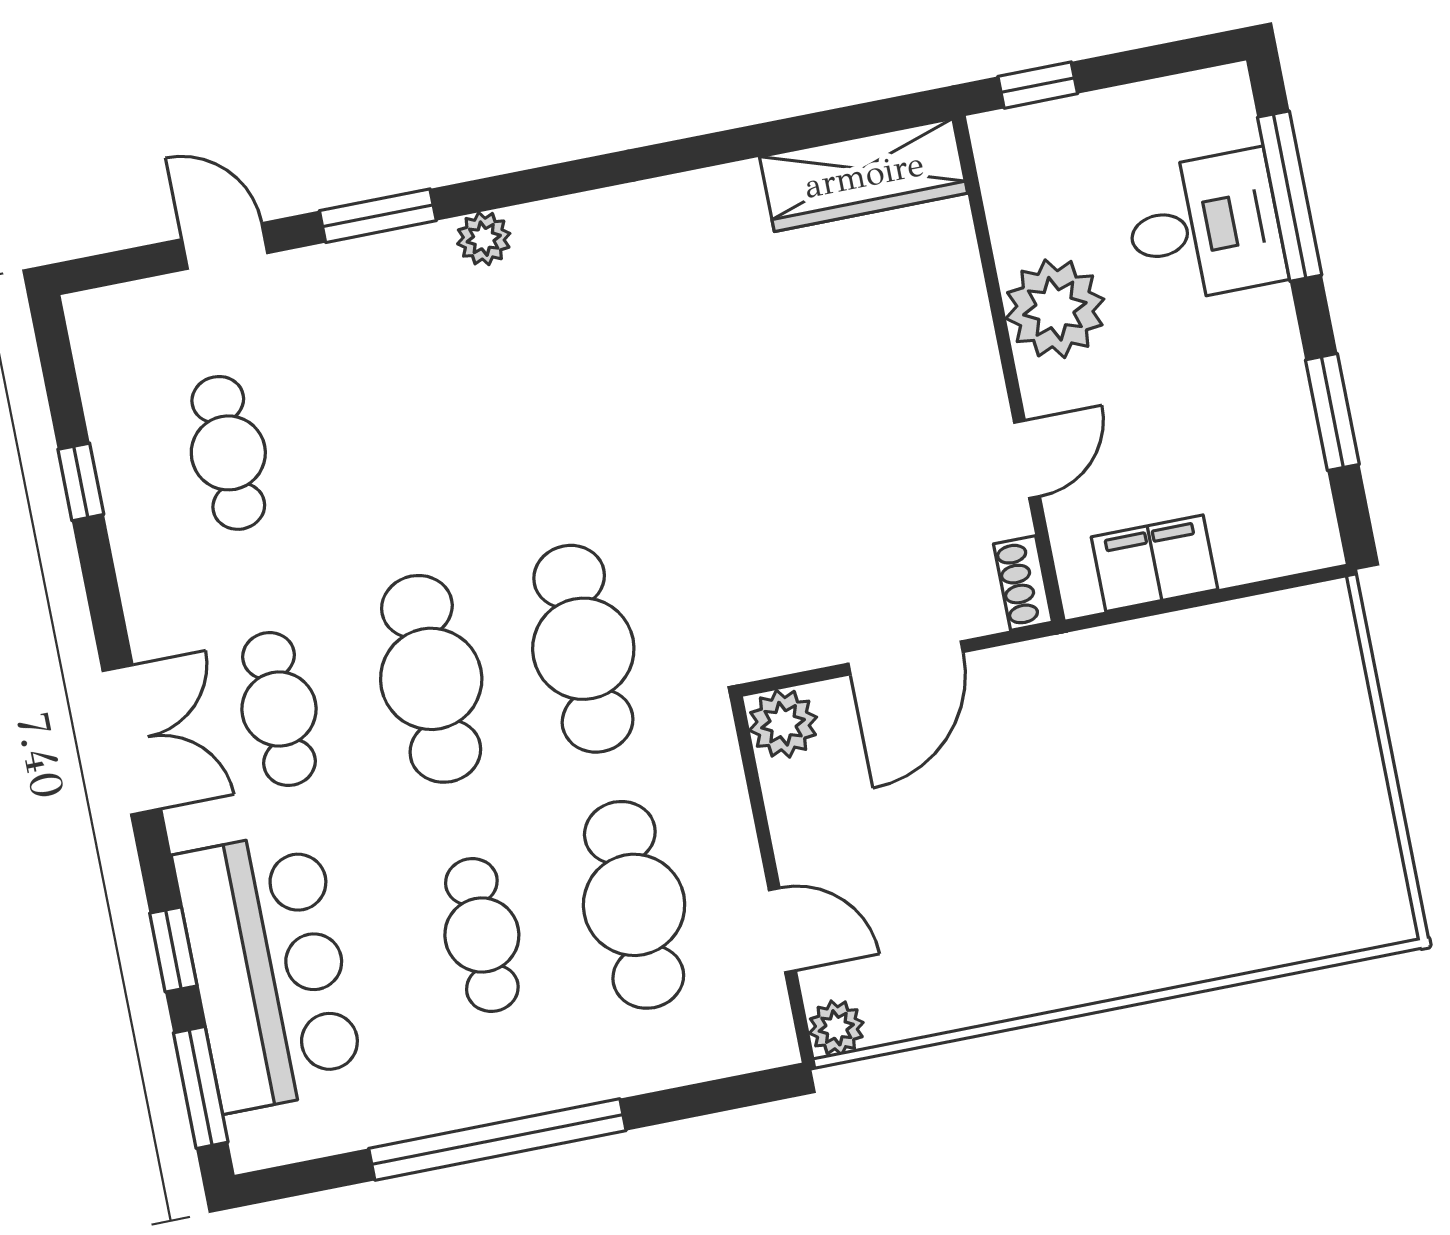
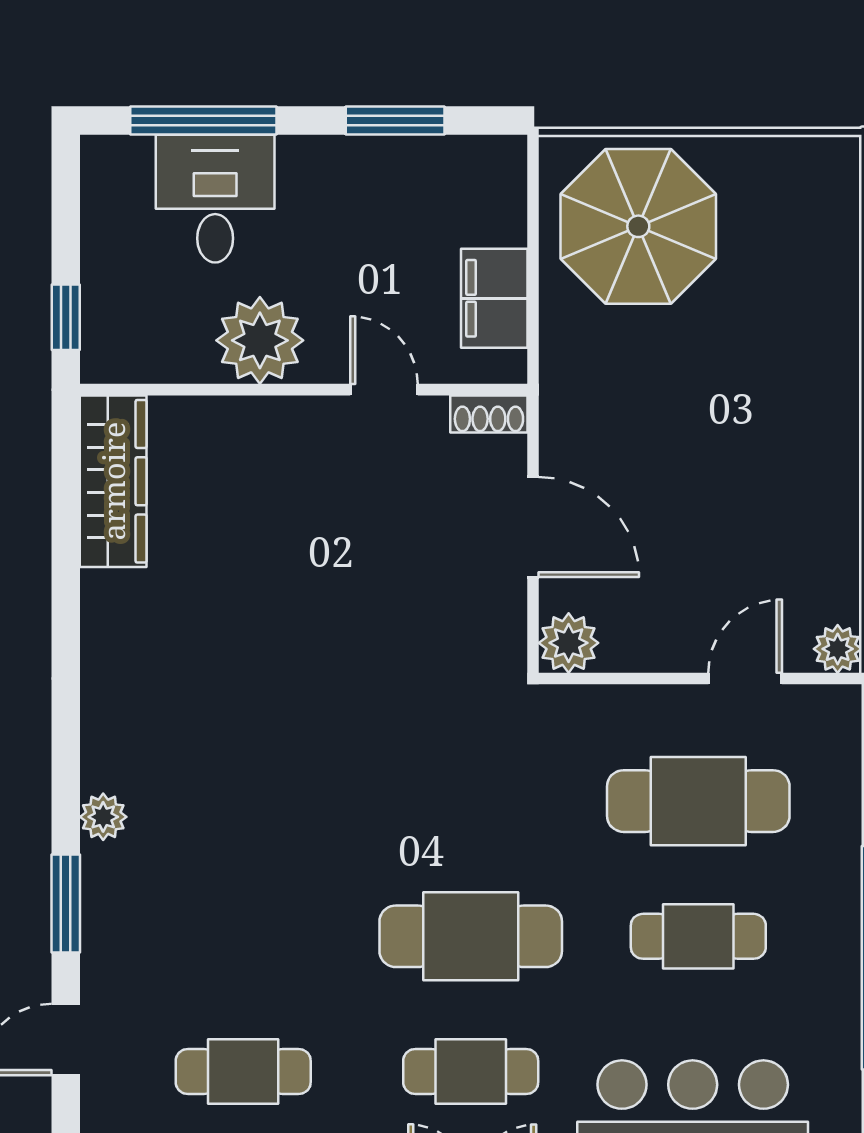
cafe table: (583, 649) -> (471, 801), removed
parasol: (1268, 709) -> (638, 226), added

